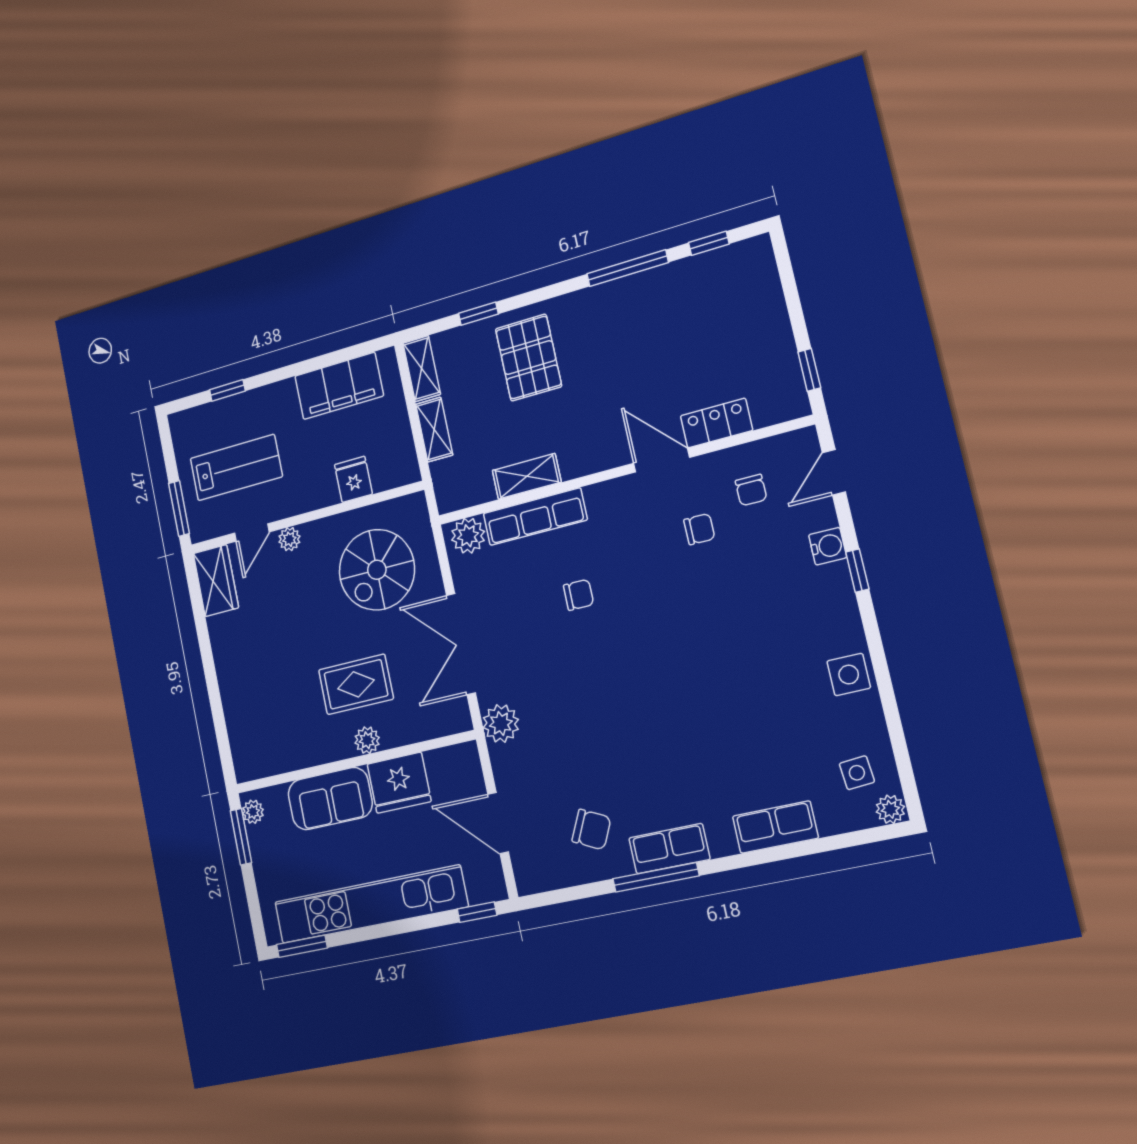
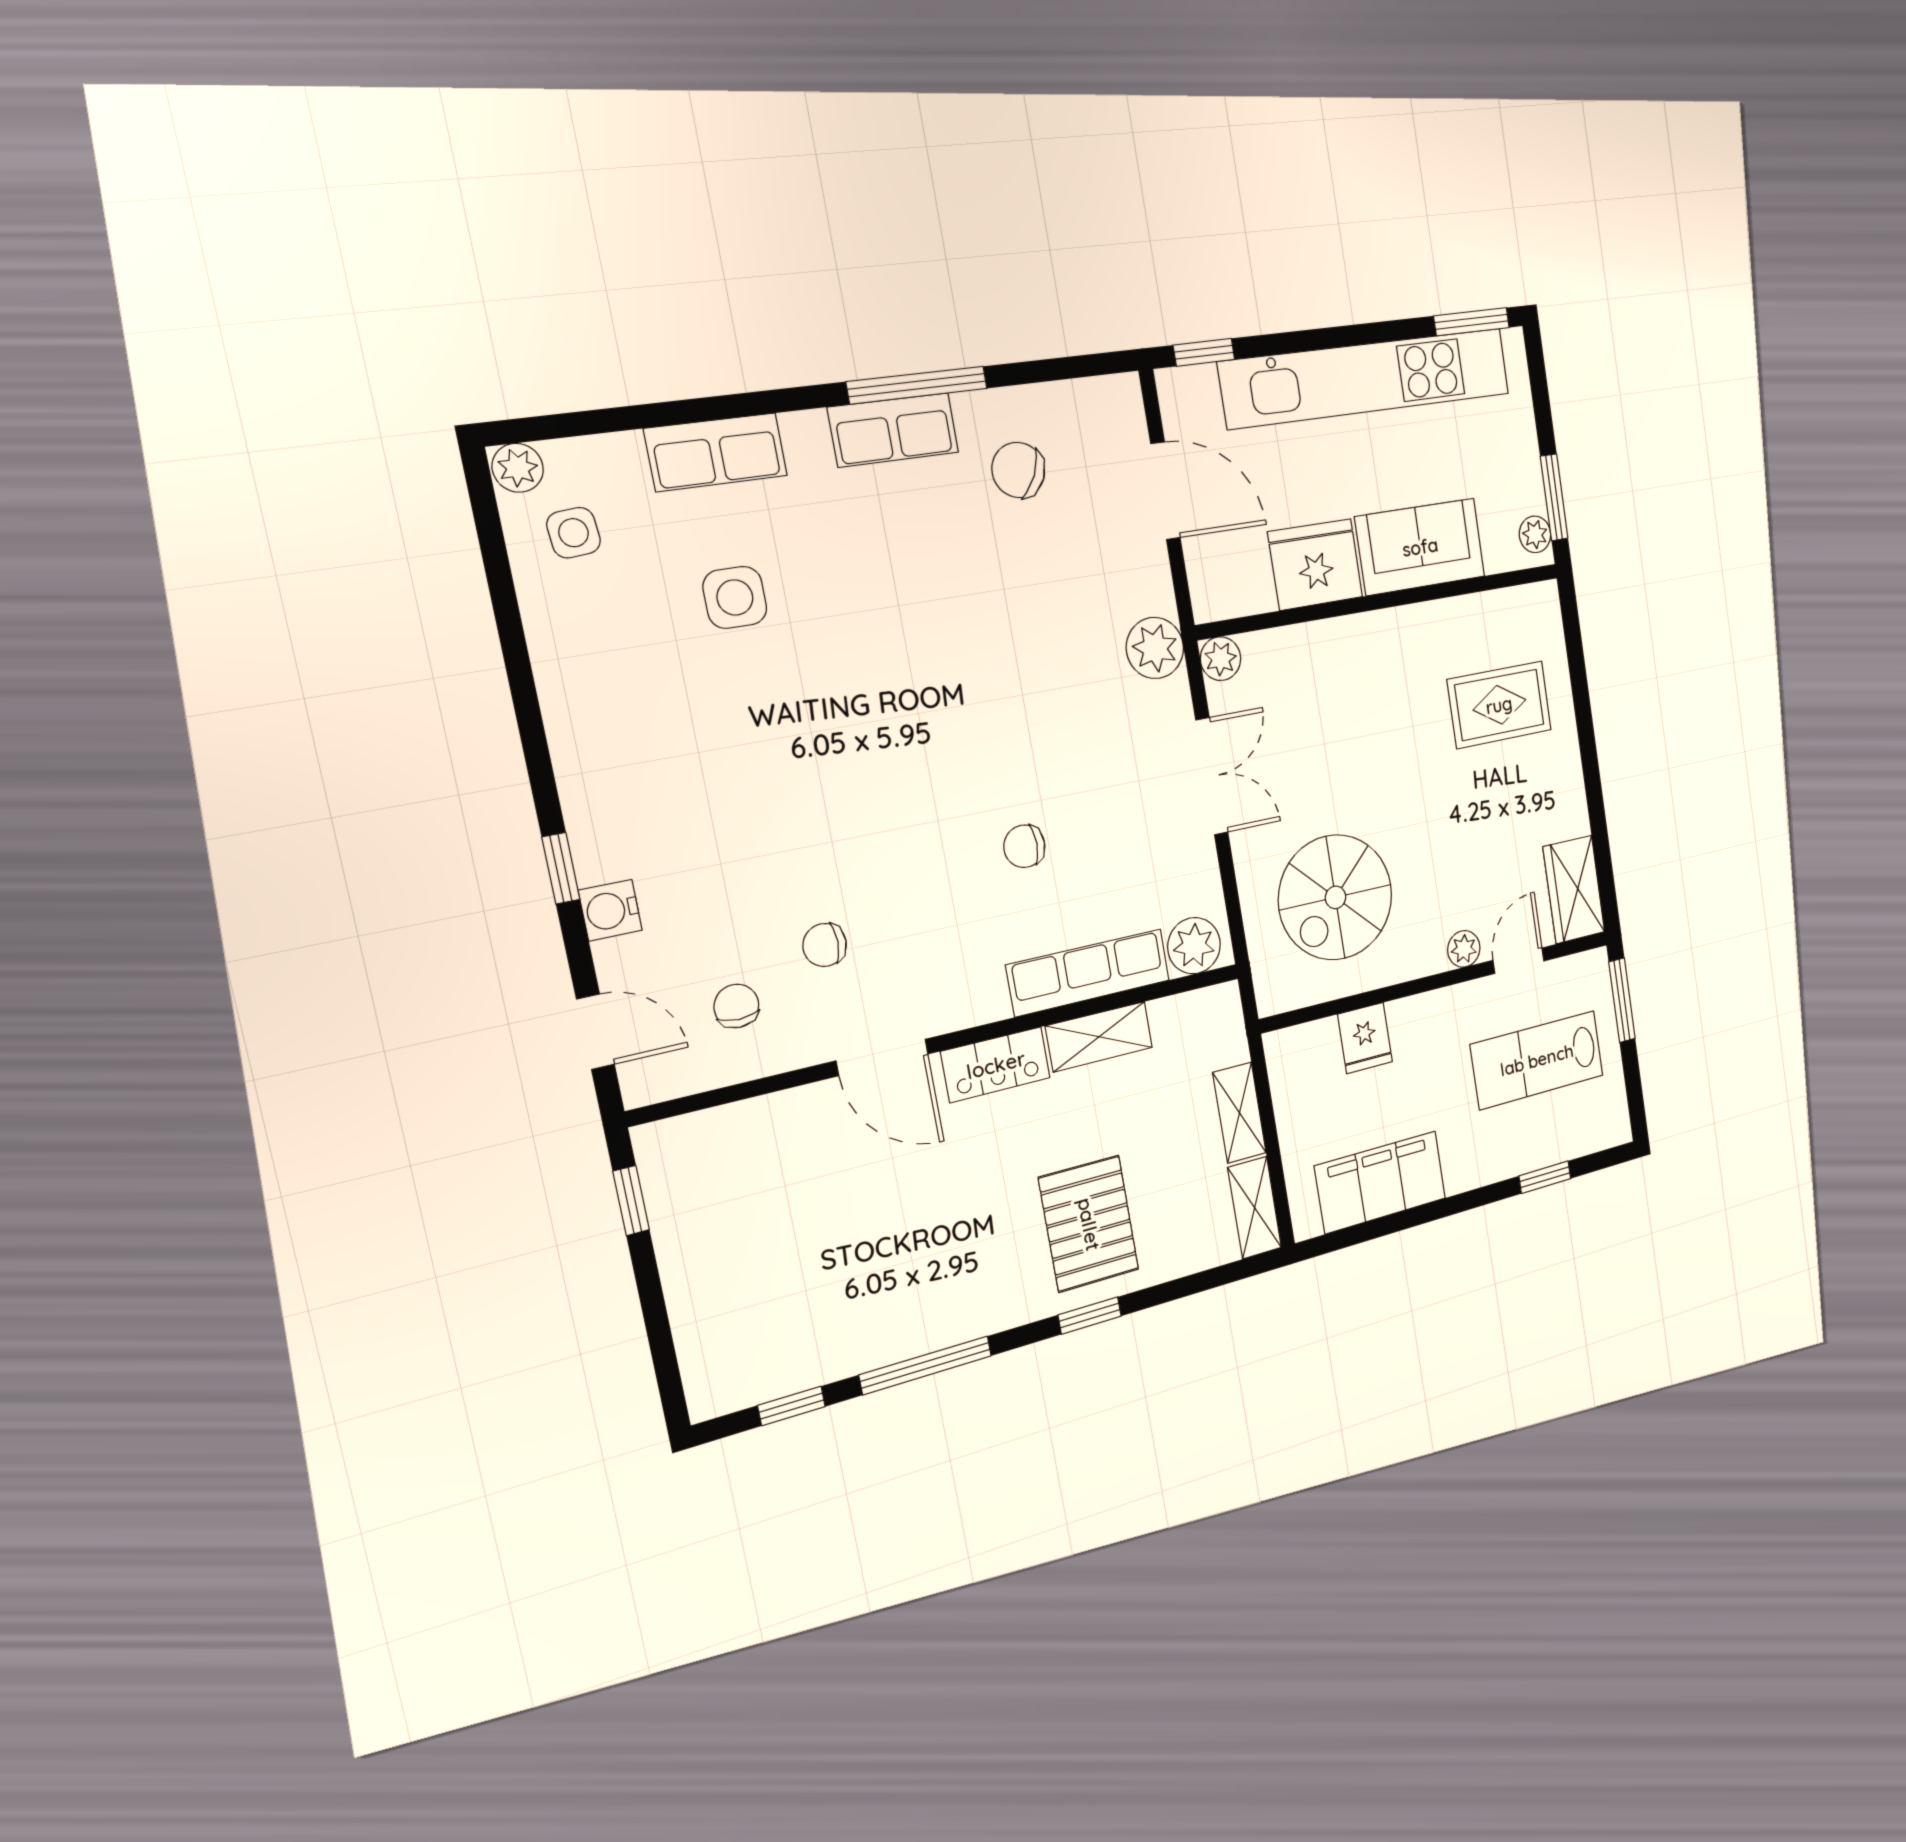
window: (478, 314) -> (1090, 1315), moved
locker: (716, 423) -> (996, 1065), moved
door: (834, 472) -> (595, 1032), hinge flipped
spiral stairs: (377, 570) -> (1336, 897), turned 180
double door: (461, 644) -> (1212, 776), width x0.73
side table: (849, 675) -> (735, 597), moved
rug: (356, 684) -> (1499, 705), moved
plant: (367, 740) -> (1221, 659), moved

